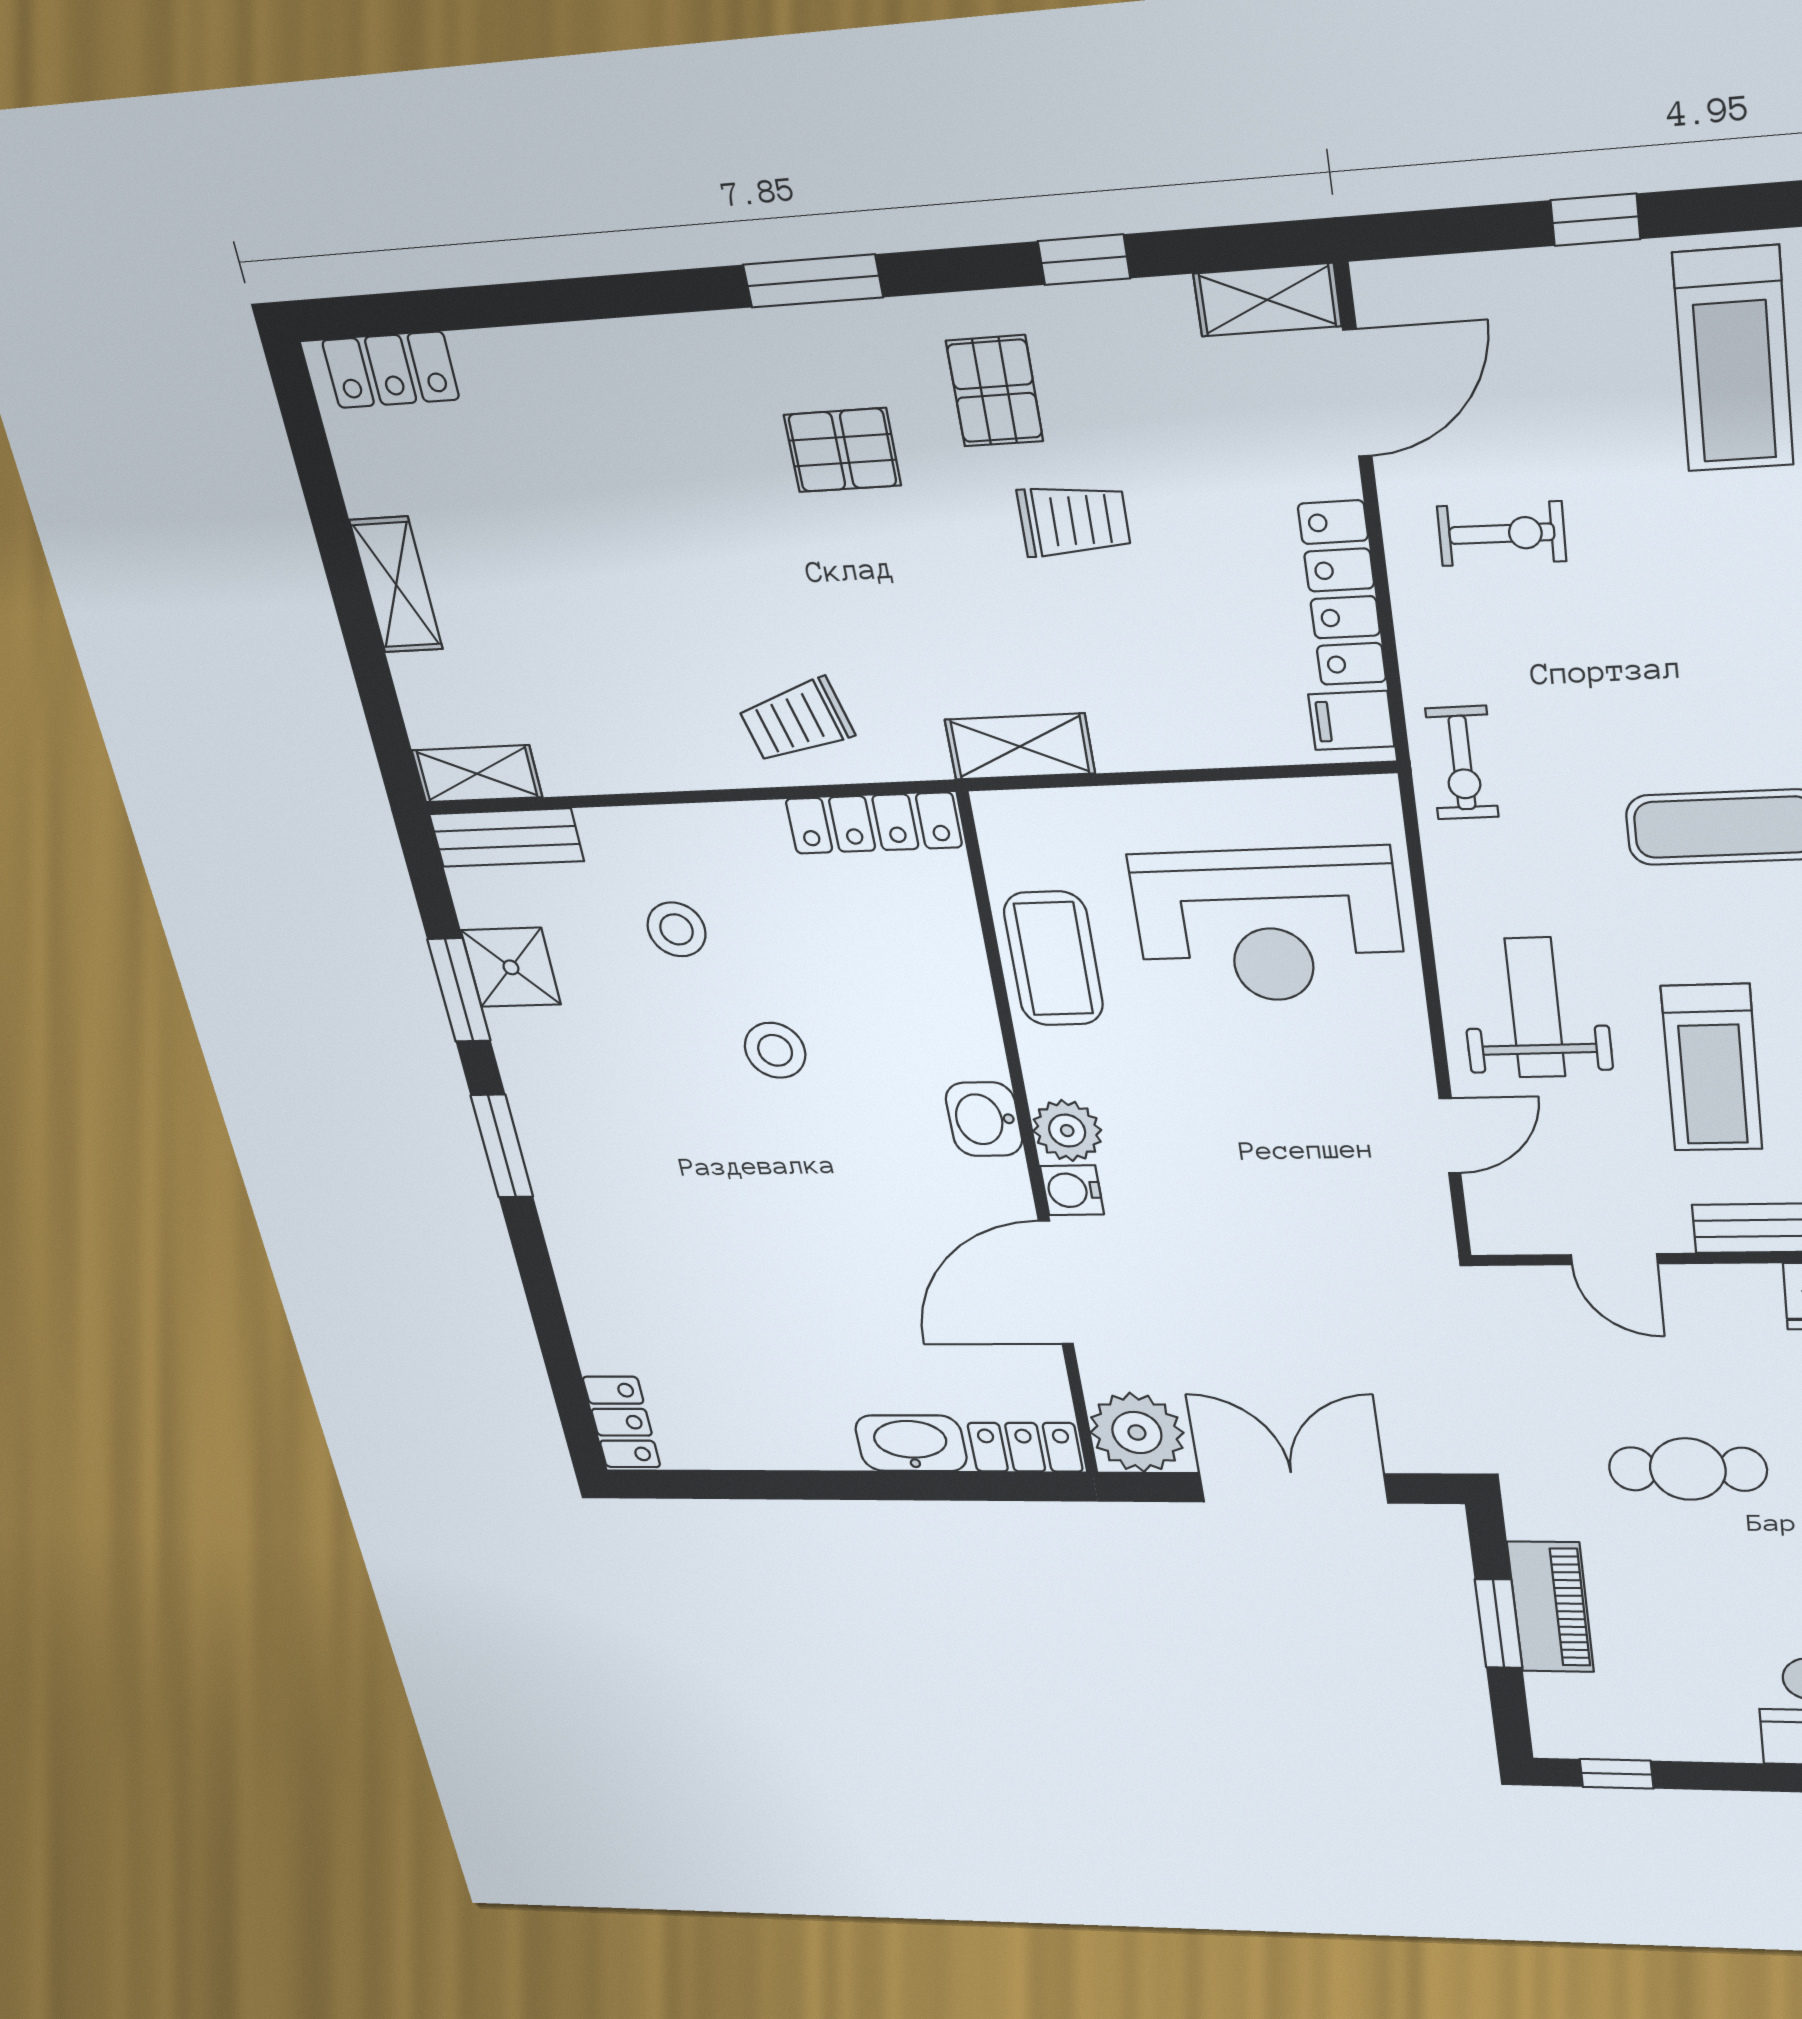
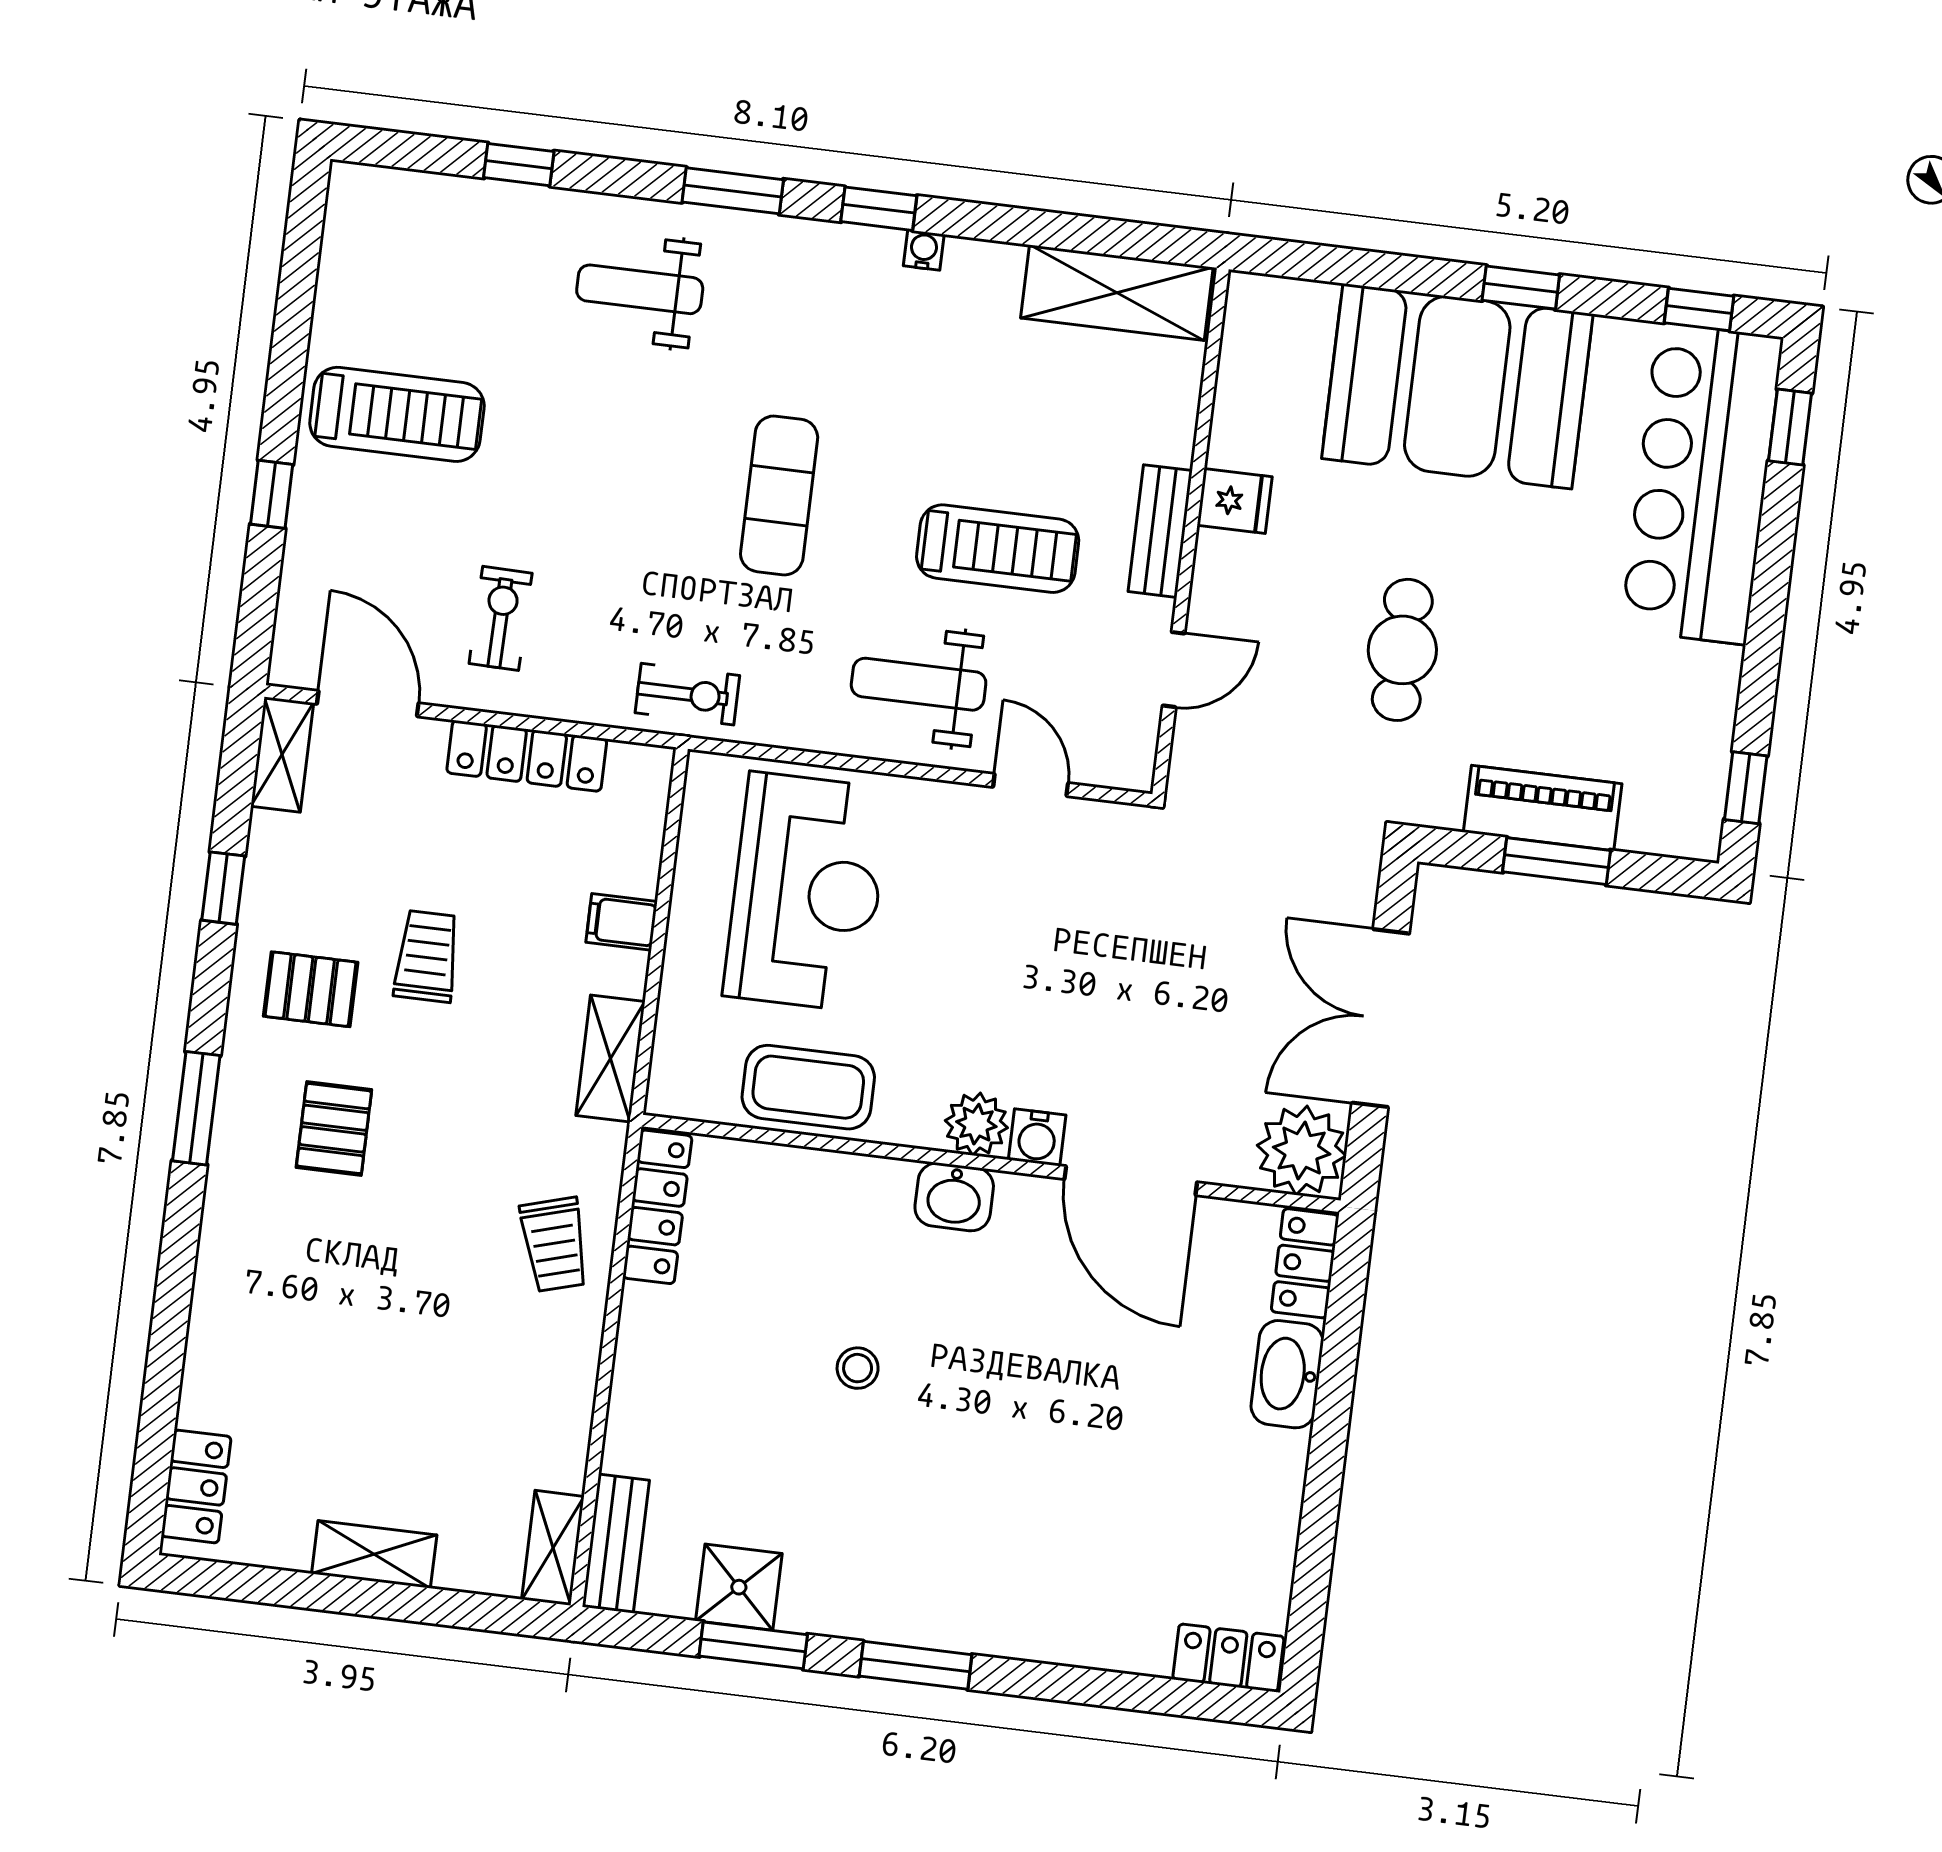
filing cabinet: (1351, 720) -> (622, 922), moved, turned 90
stool: (677, 929) -> (727, 1419), removed
stool: (775, 1050) -> (858, 1368), width x0.73, depth x0.73

